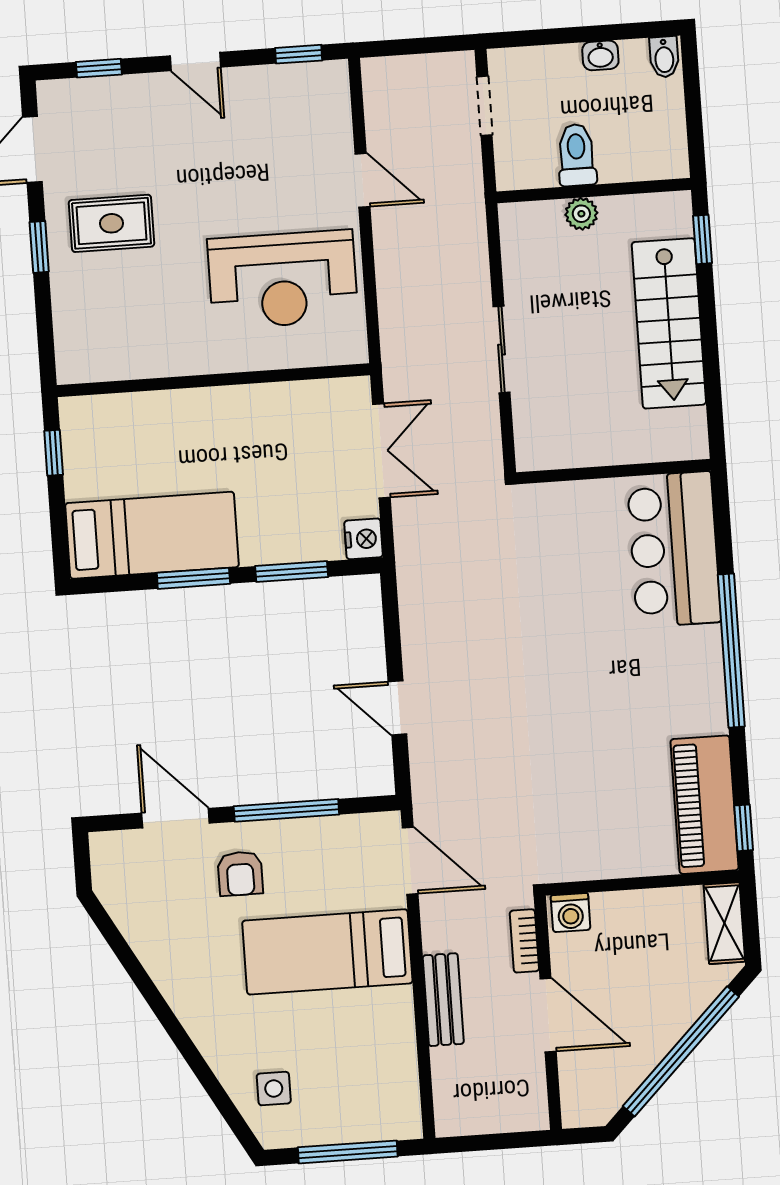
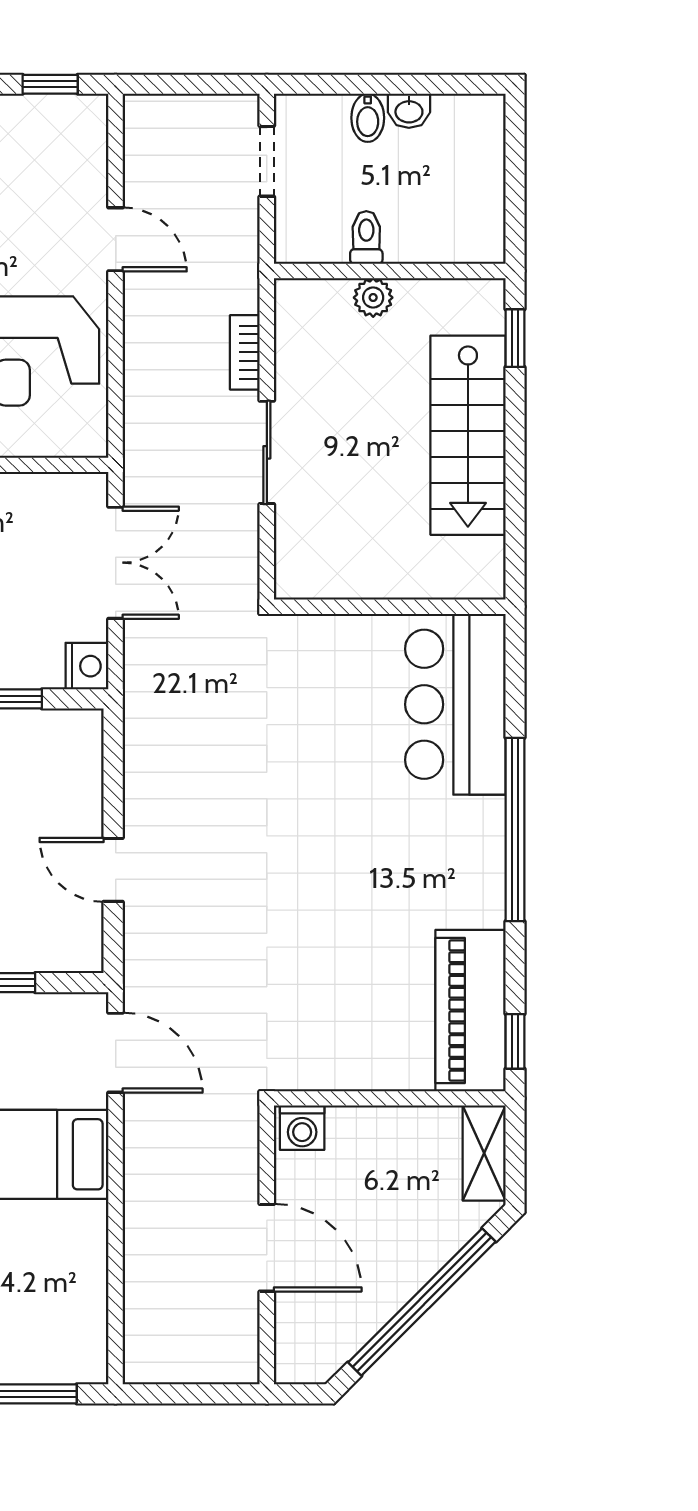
bidet: (664, 57) -> (368, 118), moved
toilet: (577, 155) -> (366, 237), width x0.73, depth x0.72
bookcase: (524, 941) -> (245, 352), moved
bench: (443, 1000) -> (143, 1221), removed

